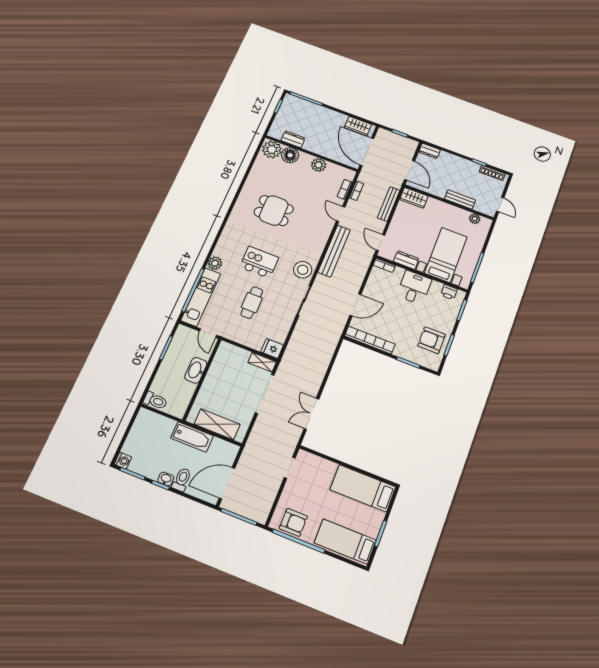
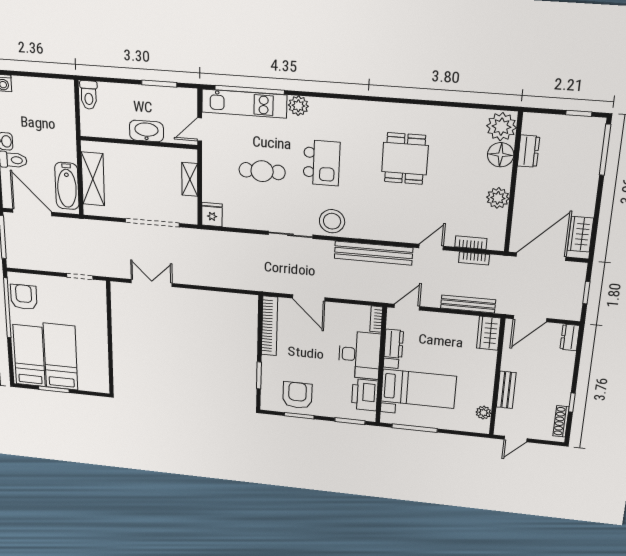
desk: (414, 288) -> (359, 355), width x1.37
printer: (449, 292) -> (365, 395), width x1.87, depth x1.48
shelving: (262, 362) -> (190, 179), moved
bathtub: (192, 437) -> (67, 186), moved
bed: (363, 488) -> (60, 357), moved
armchair: (293, 522) -> (24, 297), turned 180

